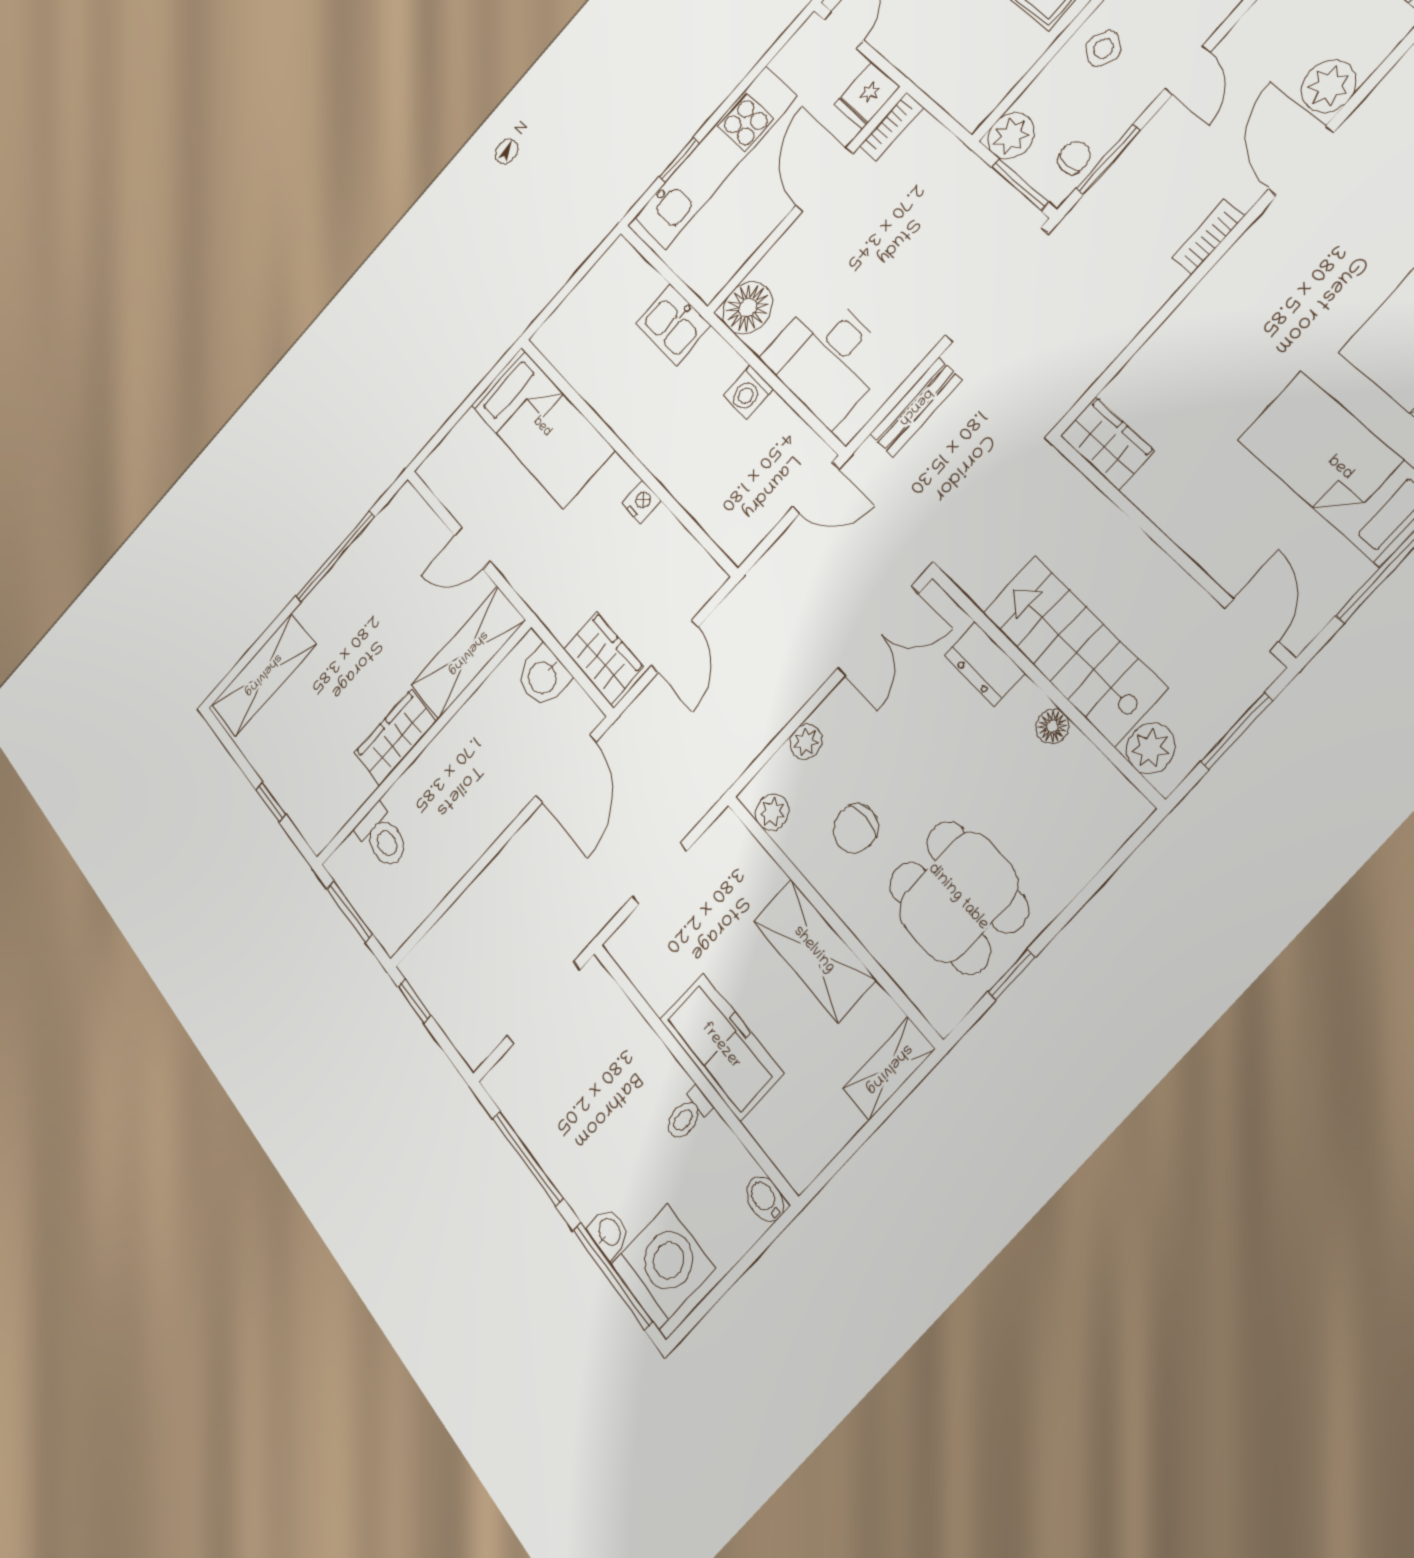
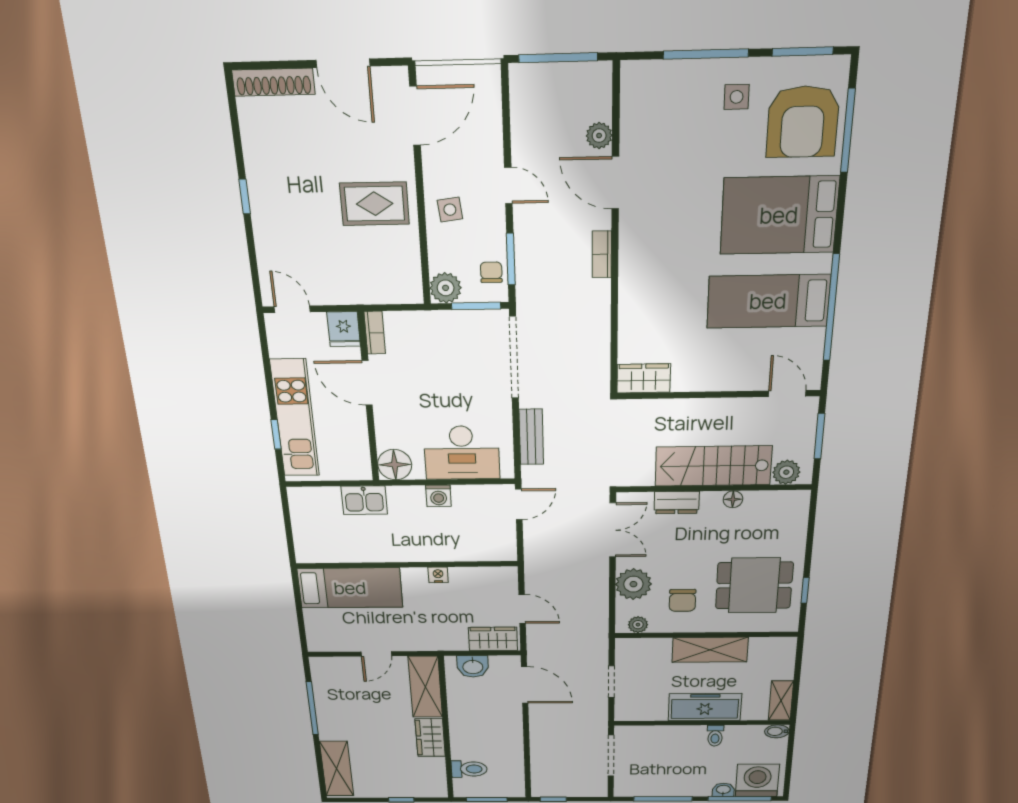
side table: (1103, 49) -> (450, 210), turned -36
plant: (1329, 86) -> (599, 136), width x0.73, depth x0.73
plant: (806, 742) -> (633, 584), width x1.87, depth x1.87
shelving: (889, 1069) -> (781, 701), moved

